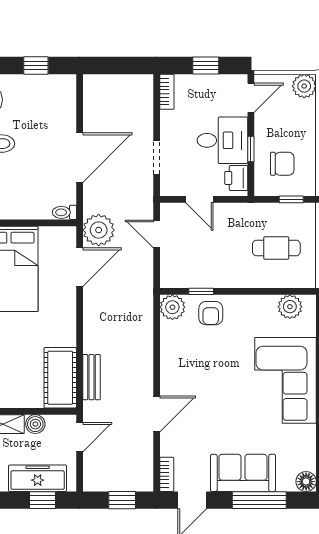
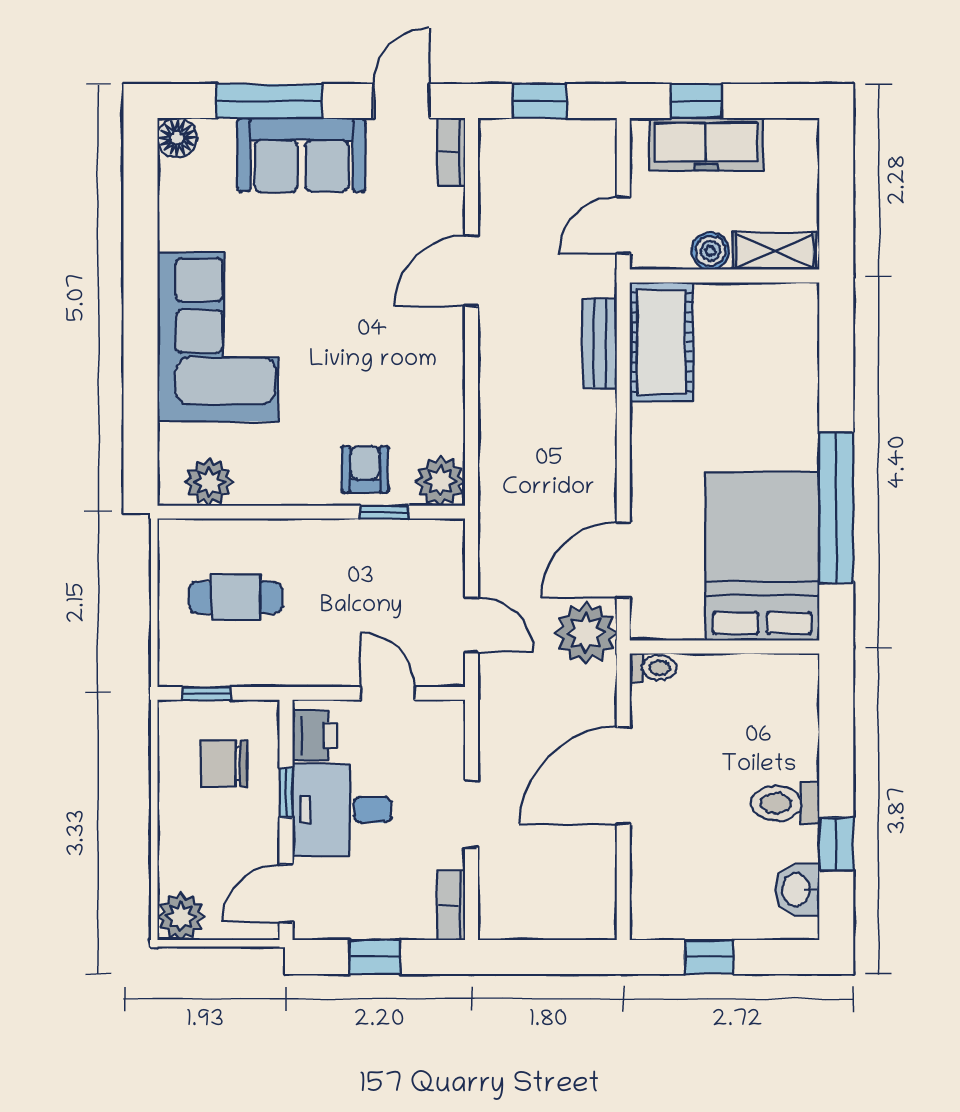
doorway: (157, 157) -> (472, 814), moved

